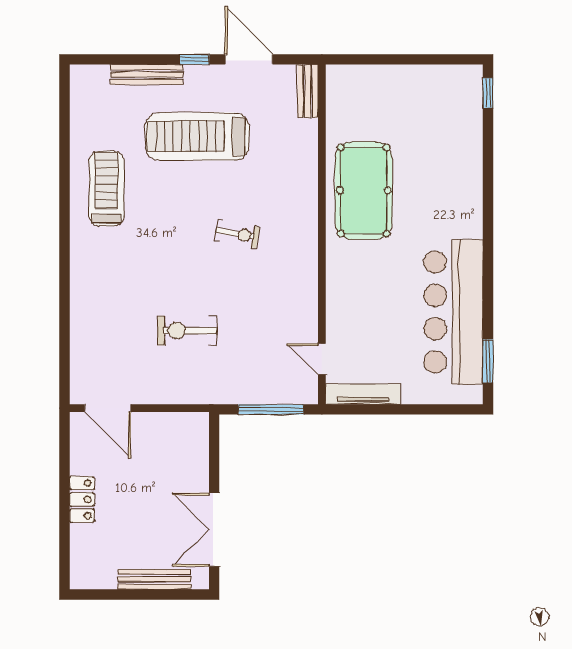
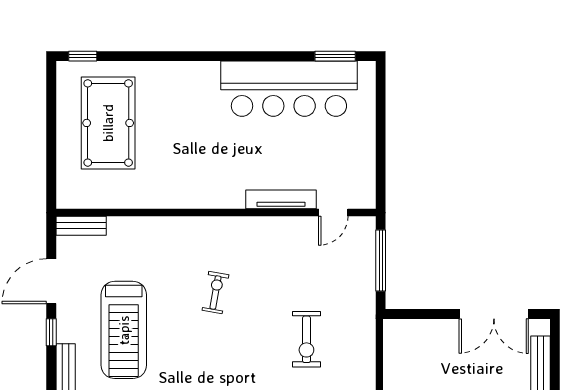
pool table: (364, 191) -> (108, 123), moved, turned 90
tv unit: (363, 394) -> (281, 199), moved, turned 90

